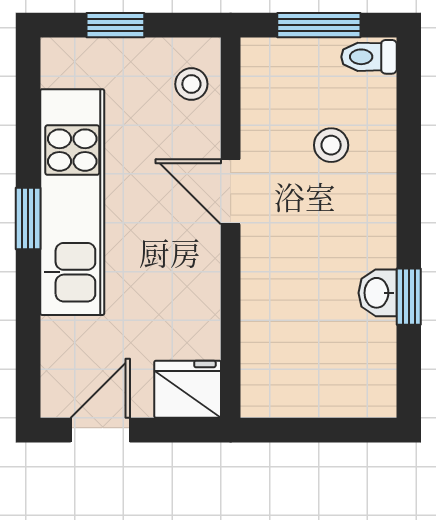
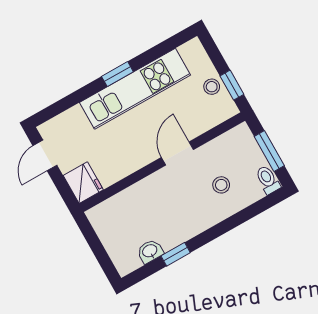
window: (115, 25) -> (232, 85), moved
stool: (191, 84) -> (212, 87), moved
washbasin: (378, 293) -> (150, 251), moved
door: (100, 430) -> (45, 155), swing flipped

